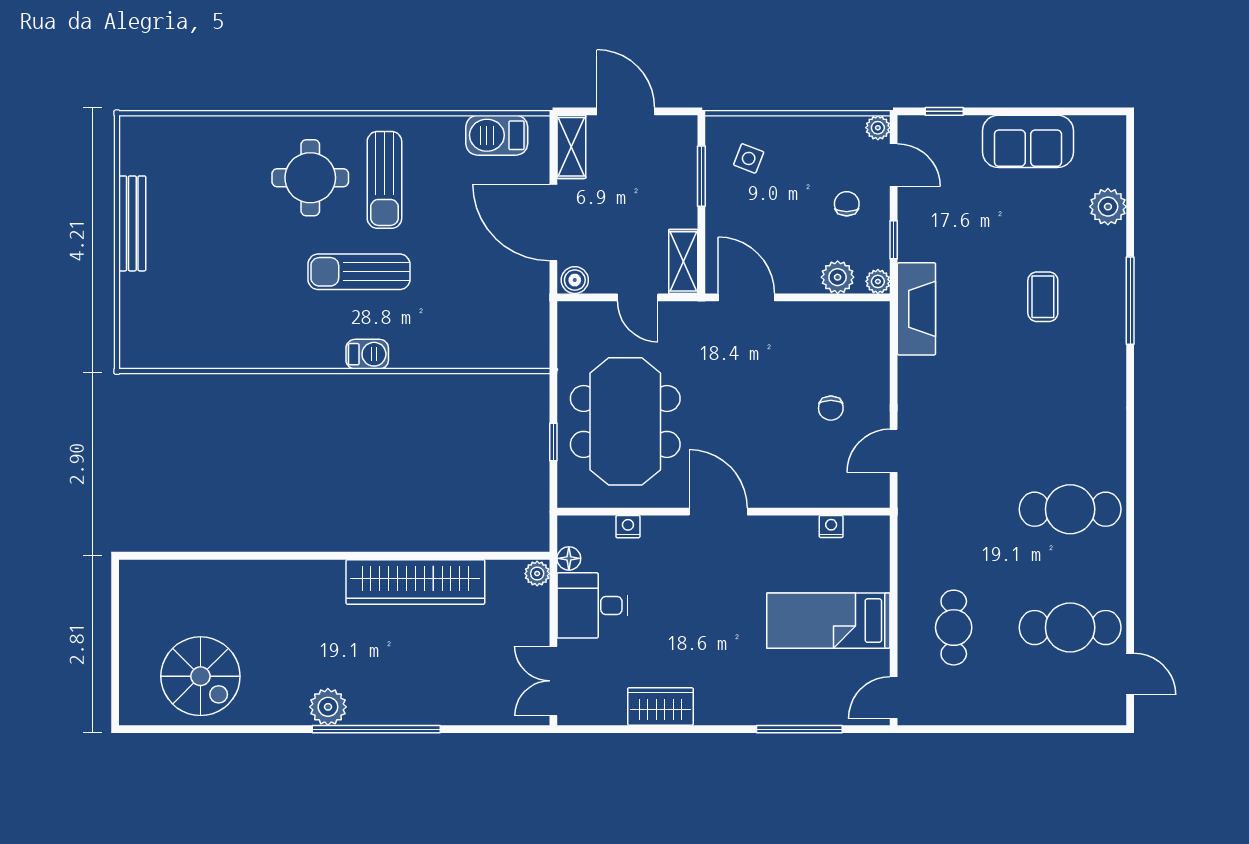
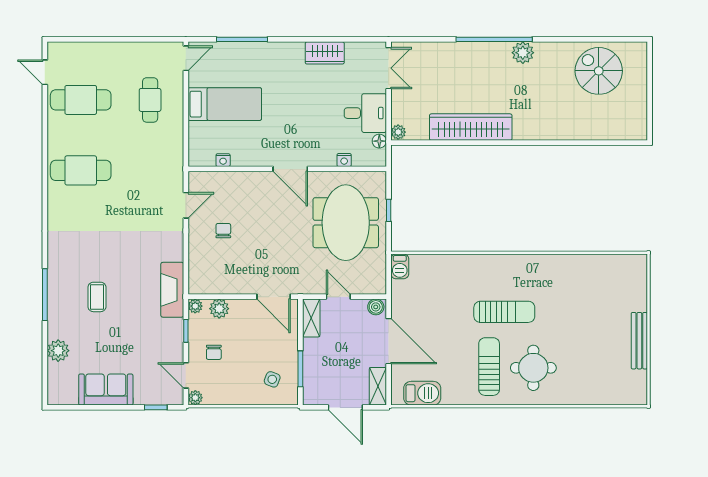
barbecue: (367, 354) -> (400, 266), moved, turned -90

